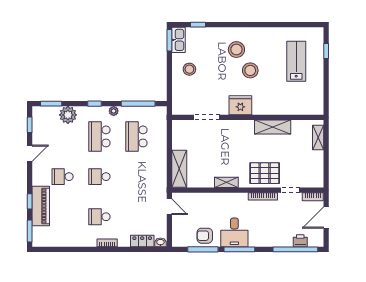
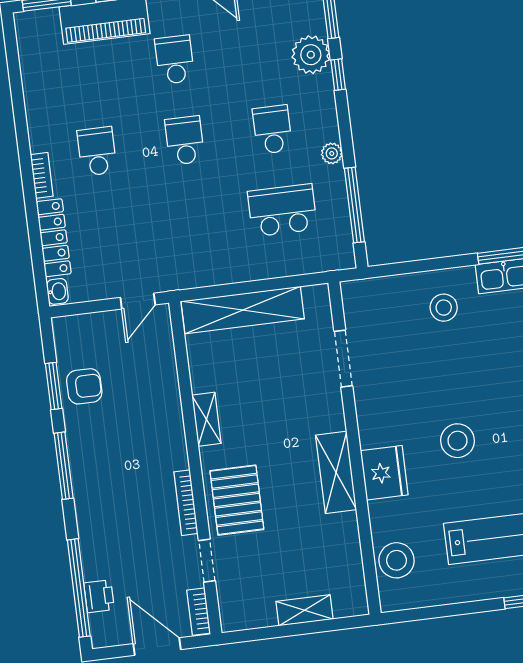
stool: (236, 50) -> (397, 560), moved
window: (94, 104) -> (338, 75), moved
fridge: (240, 105) -> (384, 473), moved
shelving: (273, 127) -> (336, 472), moved
school desk: (99, 136) -> (272, 130), width x0.54
shelving: (318, 137) -> (304, 610), moved
shelving: (179, 169) -> (243, 310), width x1.47
desk: (234, 232) -> (99, 450), removed
armchair: (205, 236) -> (84, 386), turned 90
locker: (142, 241) -> (54, 238), width x1.53
window: (203, 249) -> (54, 386), width x0.69

